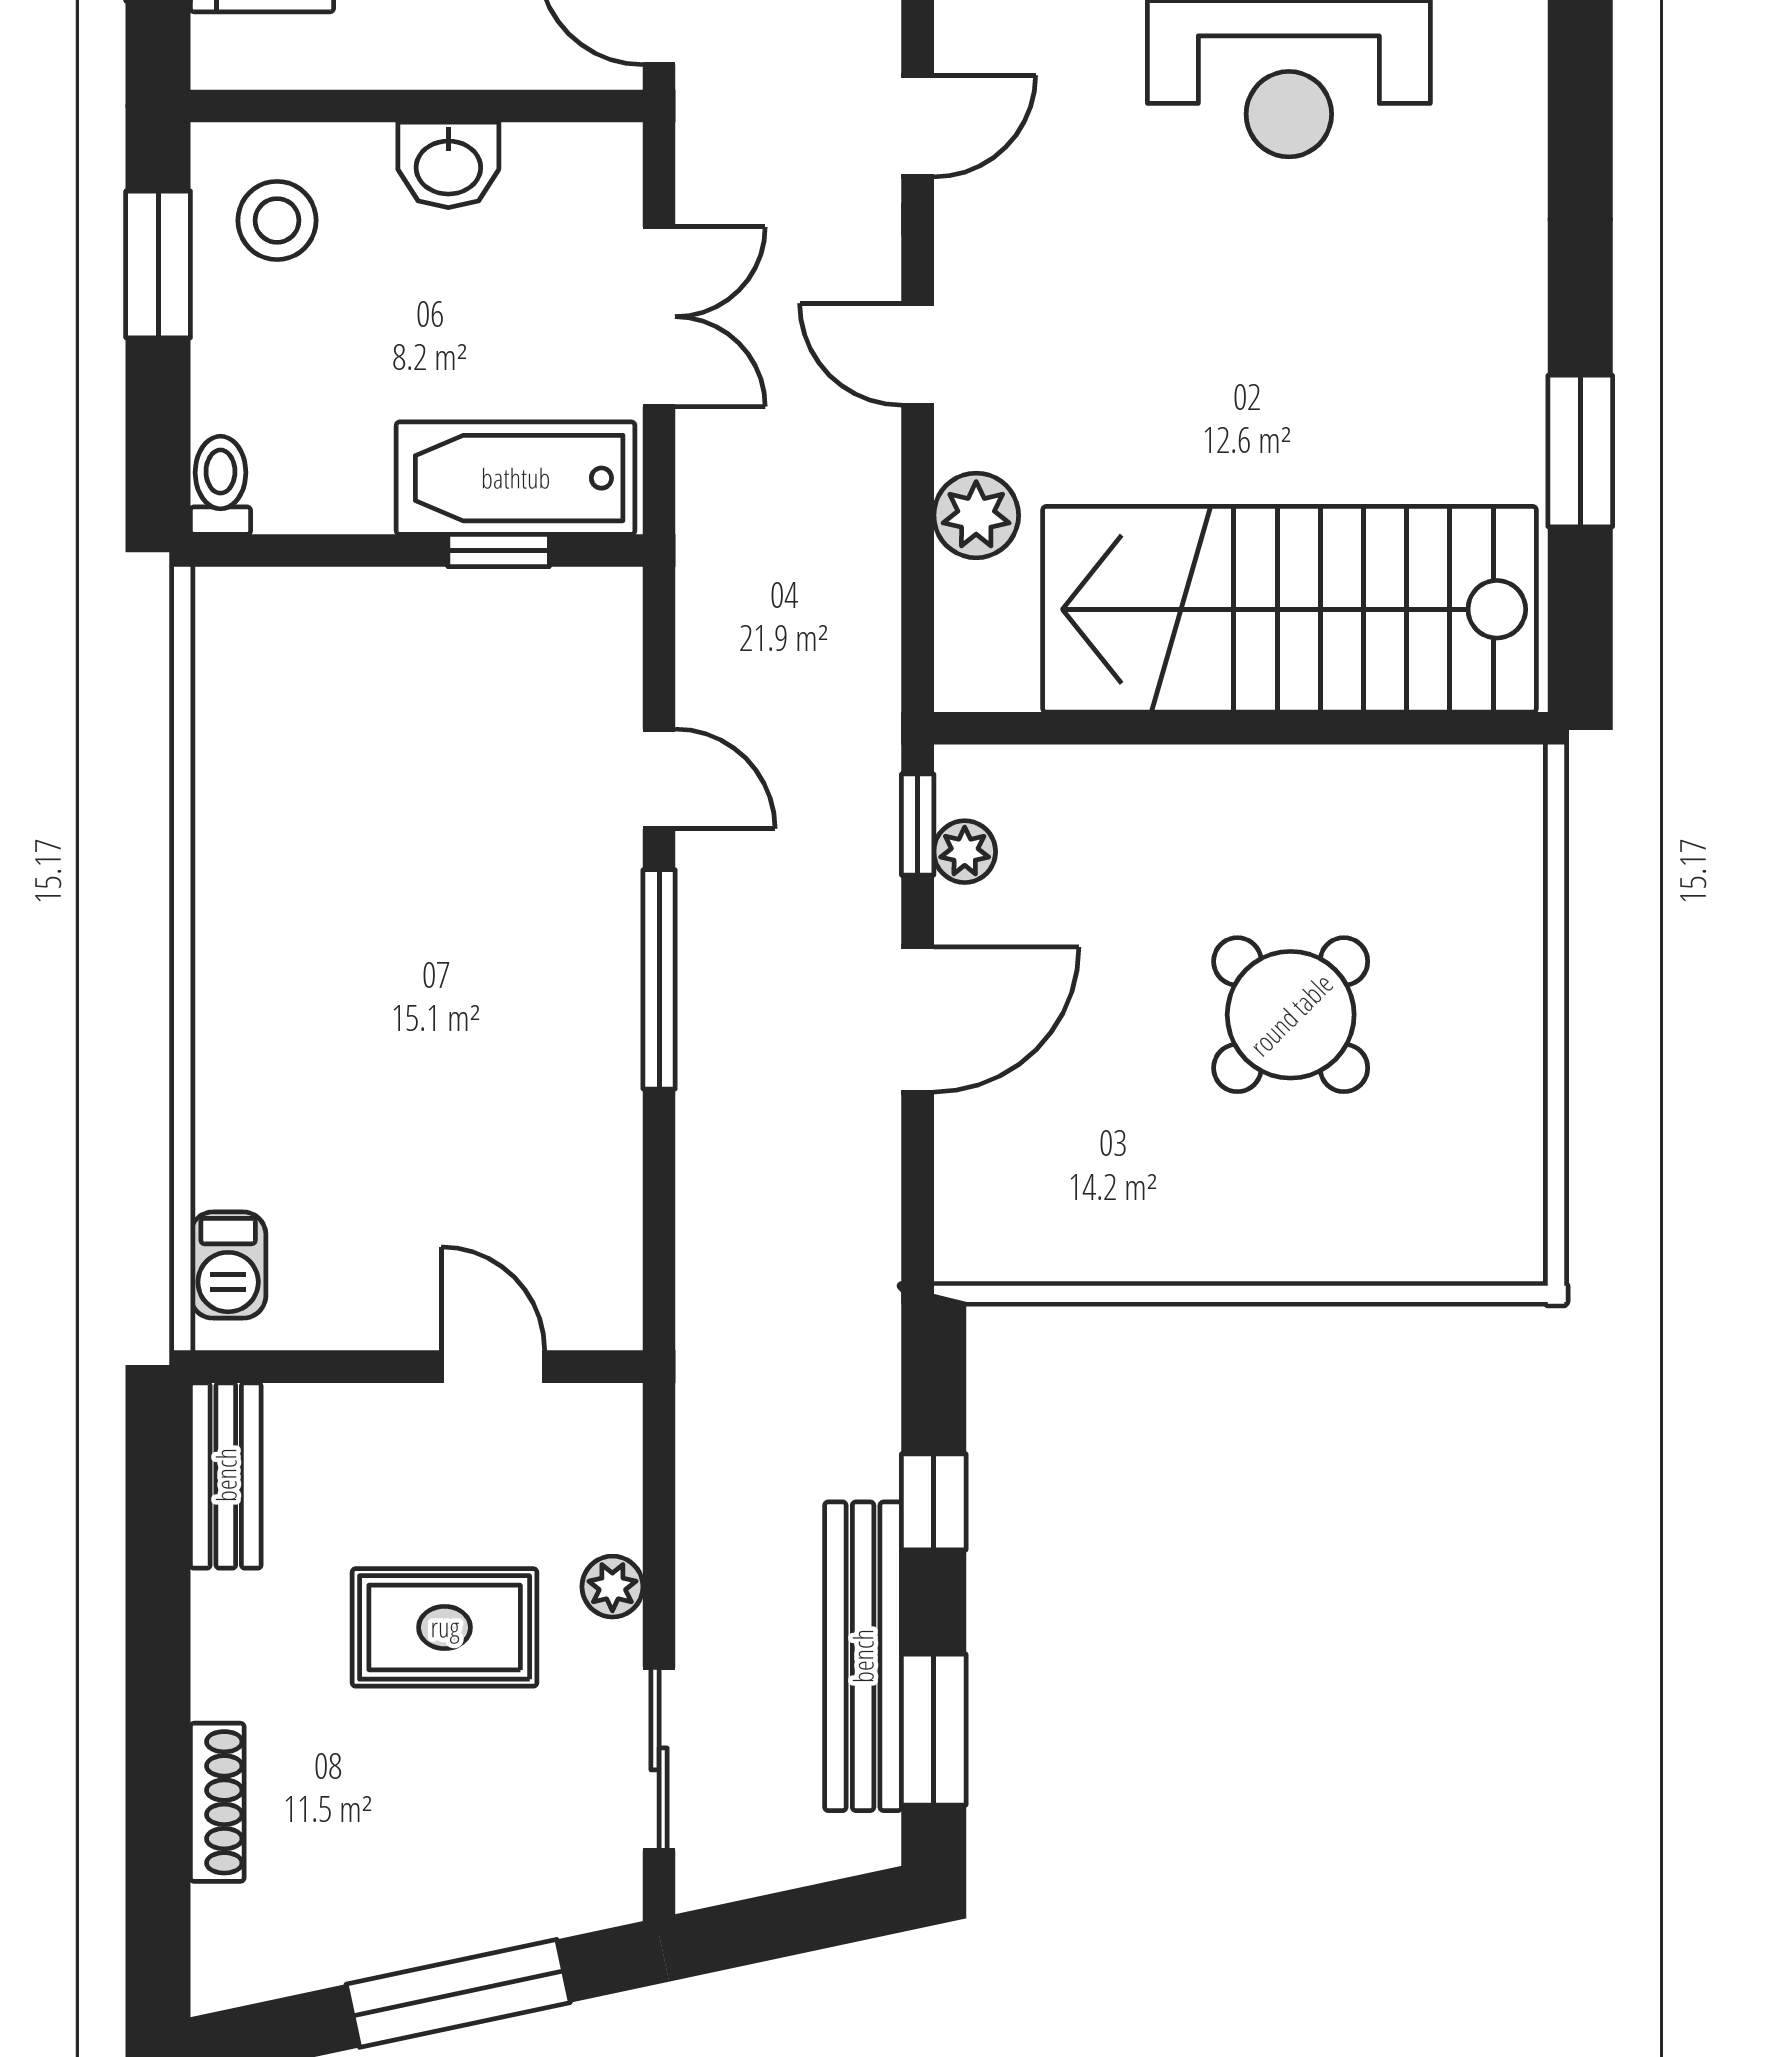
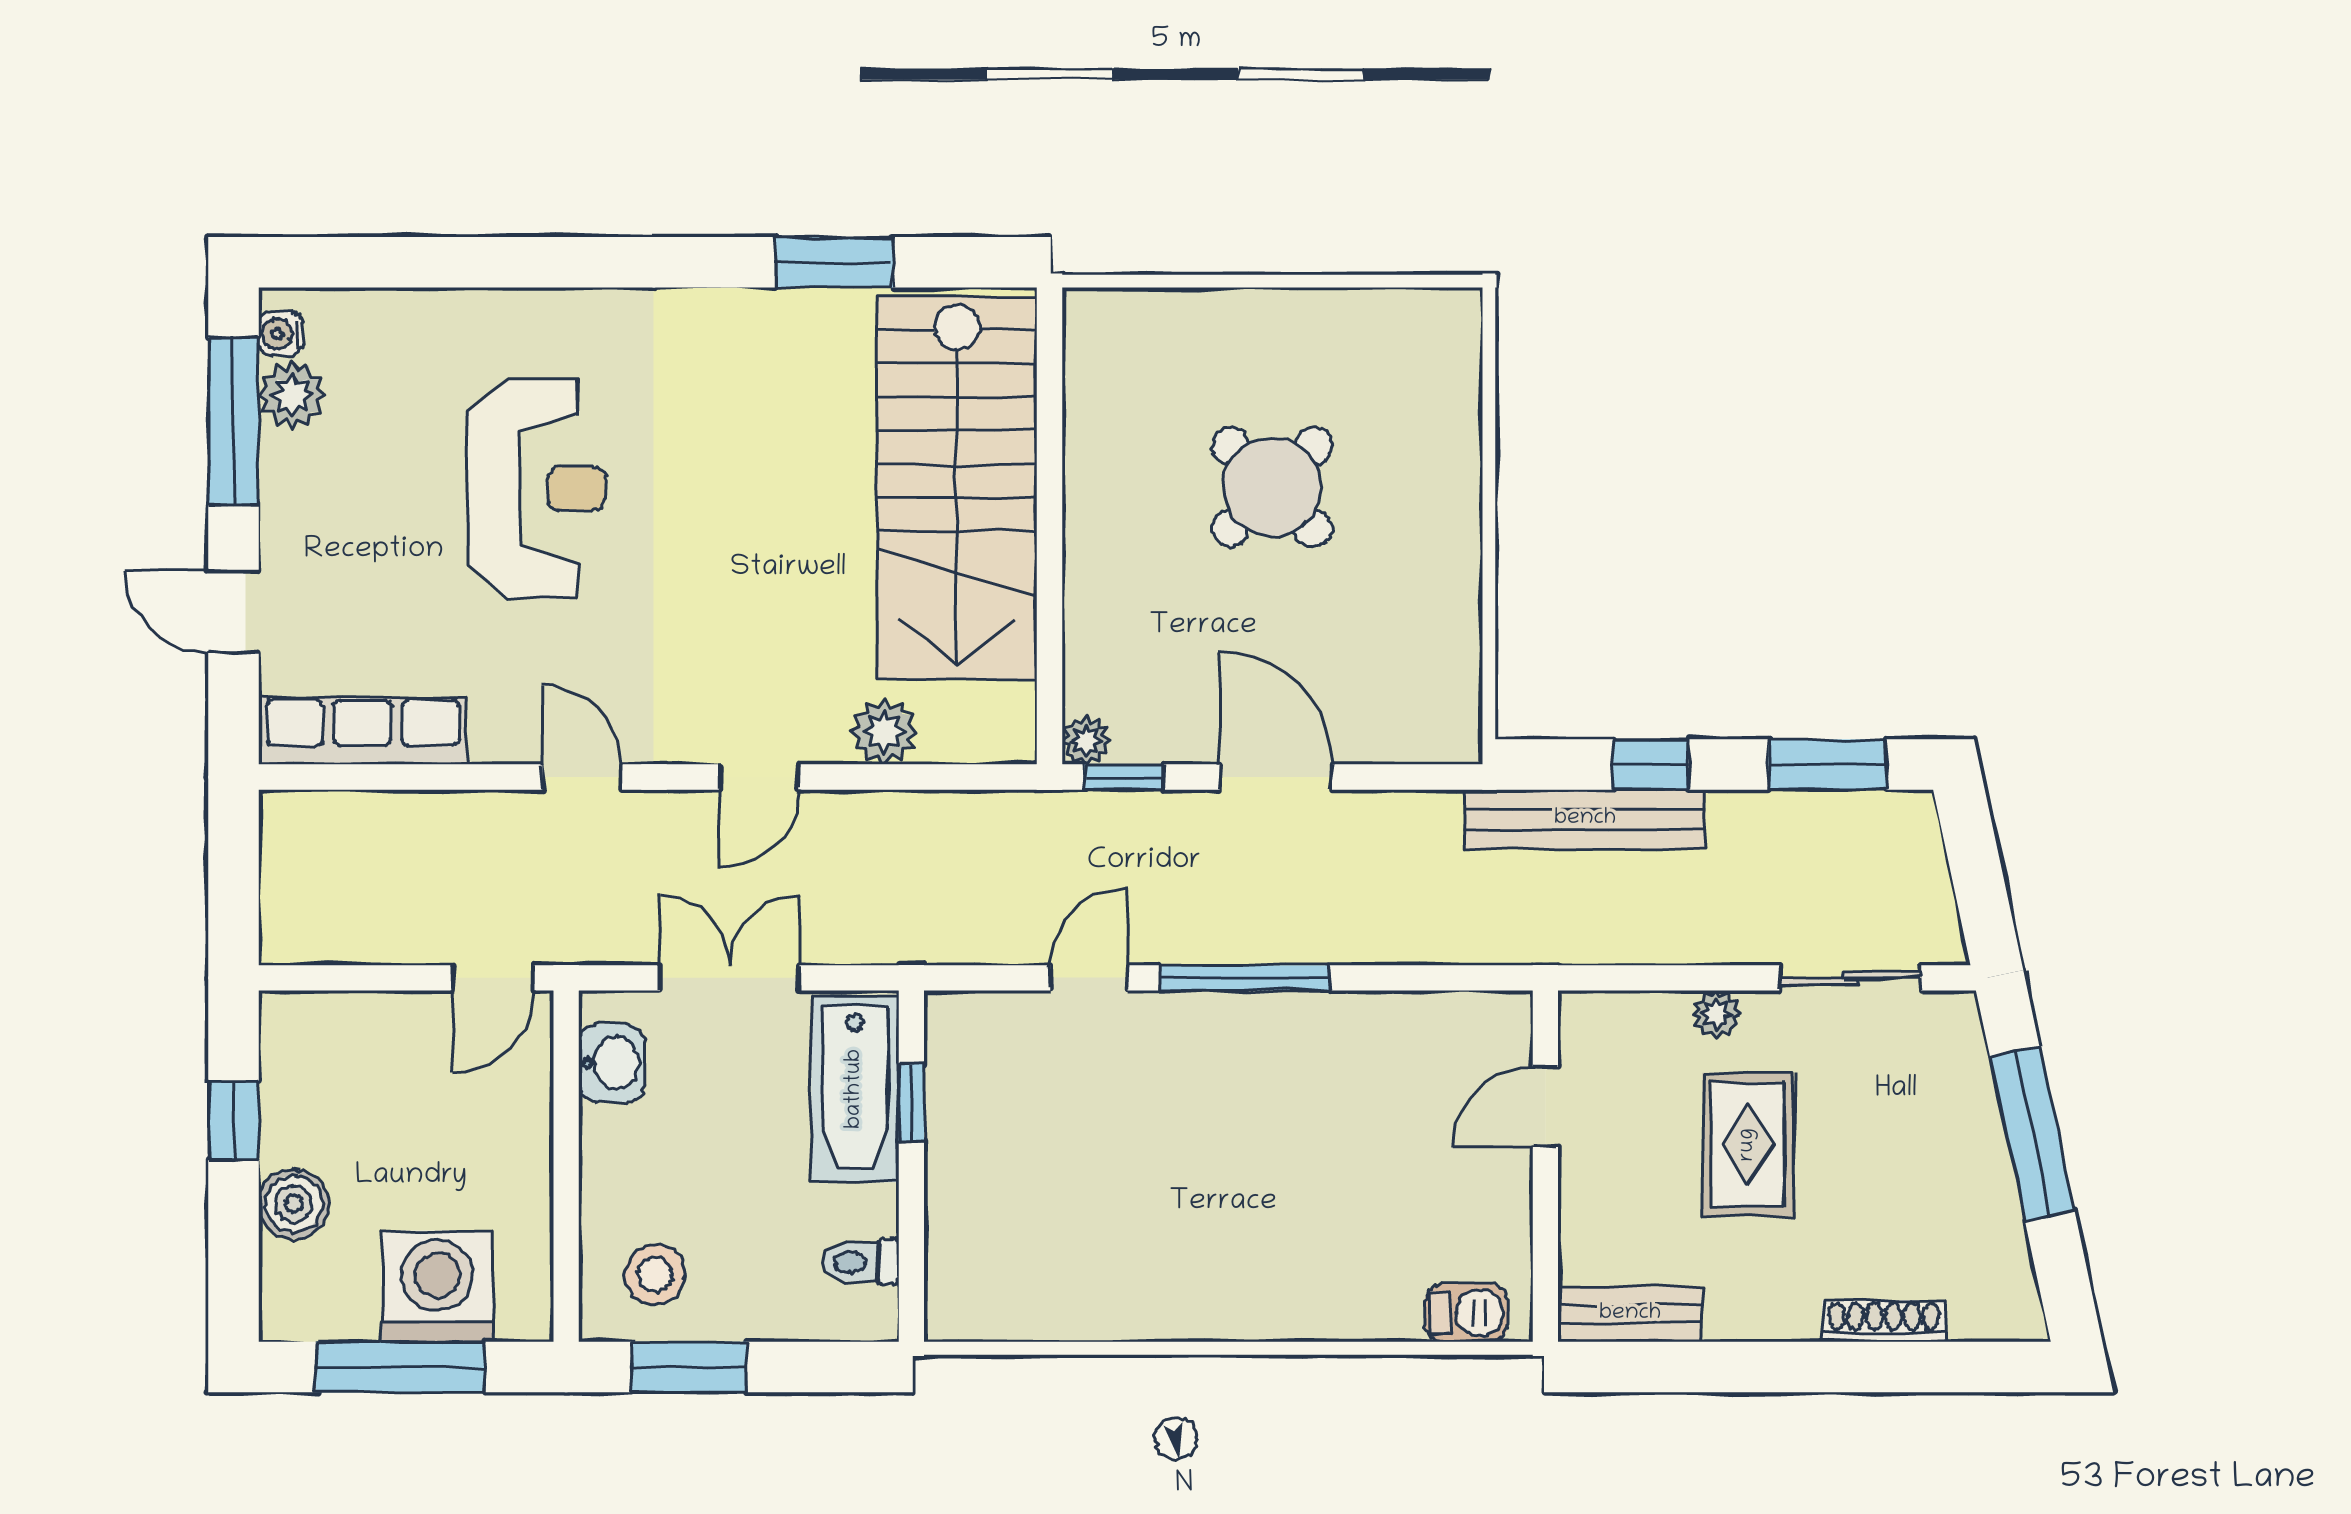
washbasin: (448, 165) -> (612, 1063), moved
toilet: (220, 485) -> (861, 1262), moved
plant: (965, 852) -> (1086, 740), moved
bench: (863, 1656) -> (1585, 819), moved

